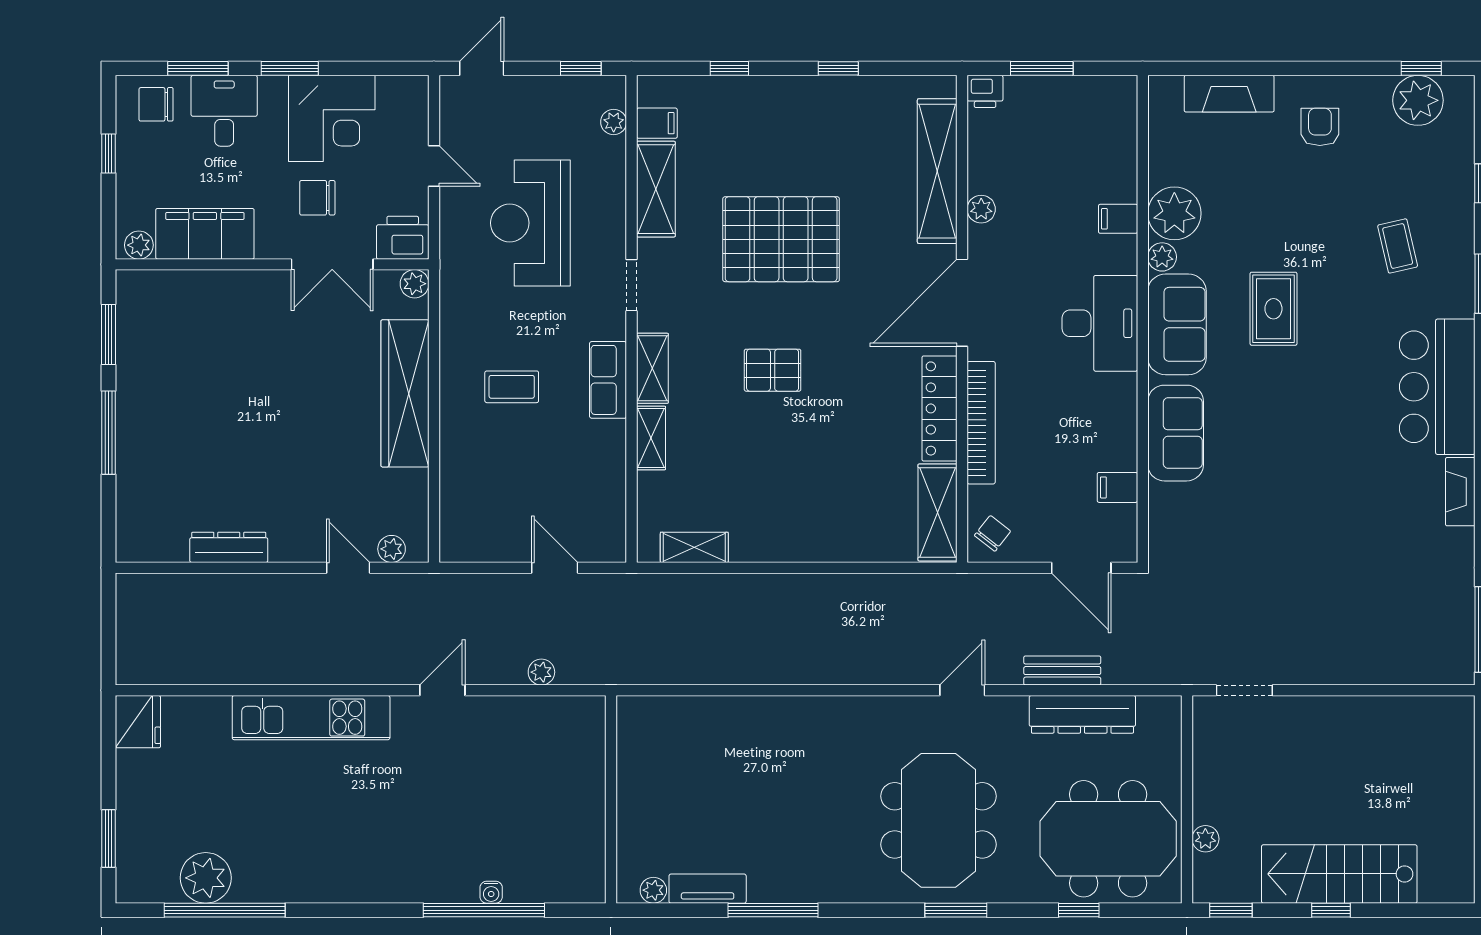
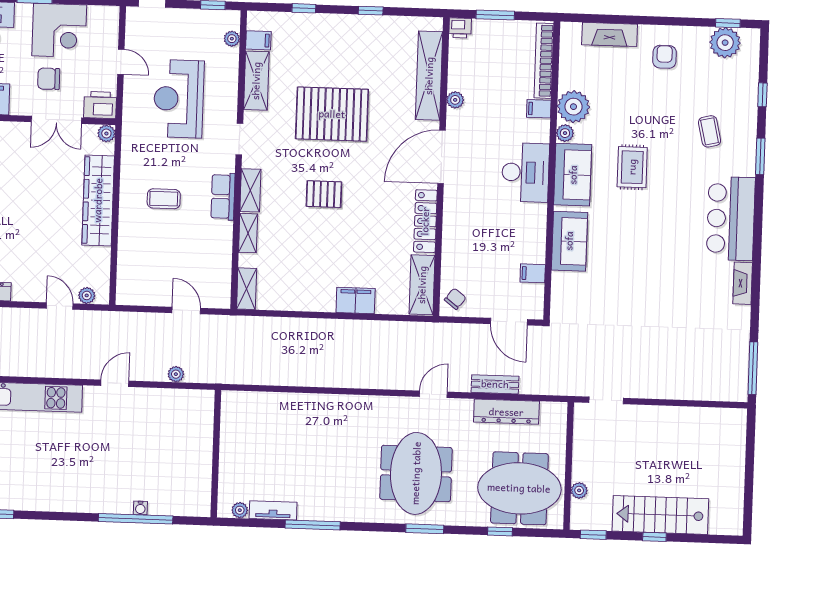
bookcase: (981, 423) -> (544, 61), moved, turned 180
filing cabinet: (830, 542) -> (356, 300), added
shelving: (694, 547) -> (247, 289), moved, turned 90

